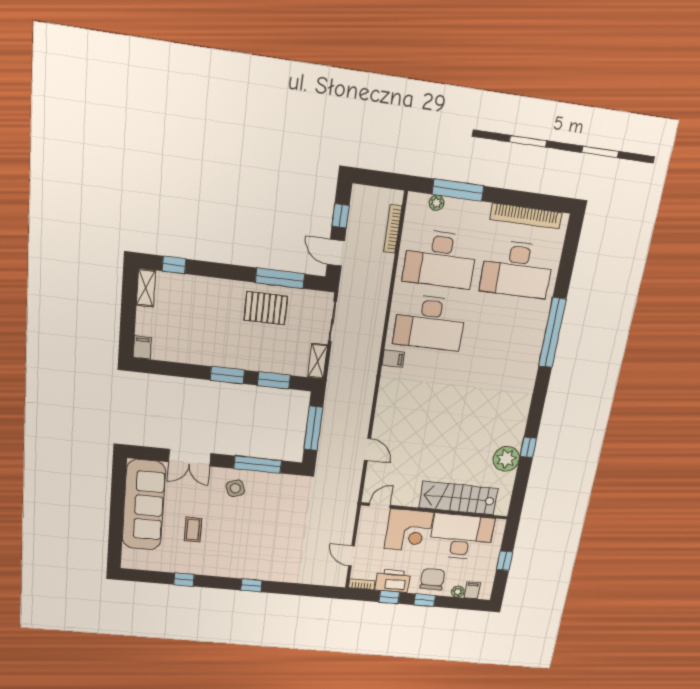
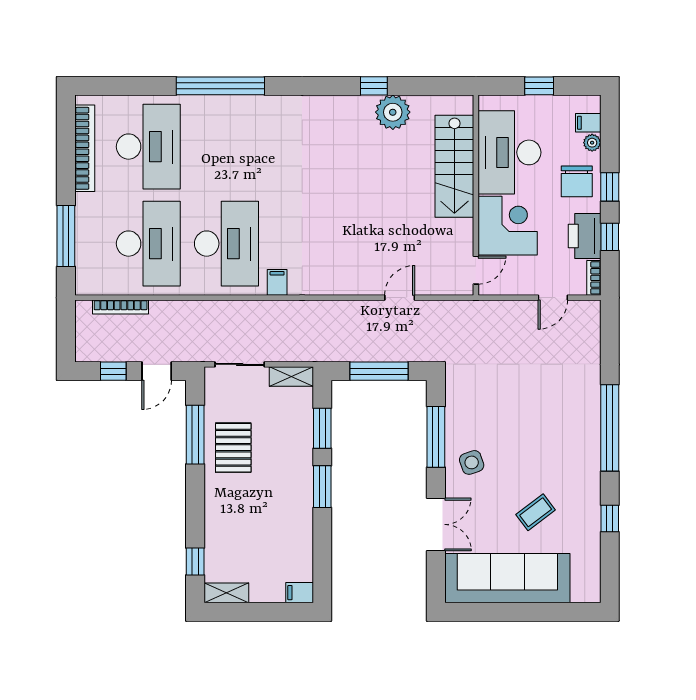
plant: (437, 203) -> (84, 259), removed
door: (380, 506) -> (476, 270), swing flipped
coffee table: (193, 530) -> (536, 512), turned -37
chair: (432, 579) -> (577, 181), turned -90
window: (251, 585) -> (610, 428), width x3.17

